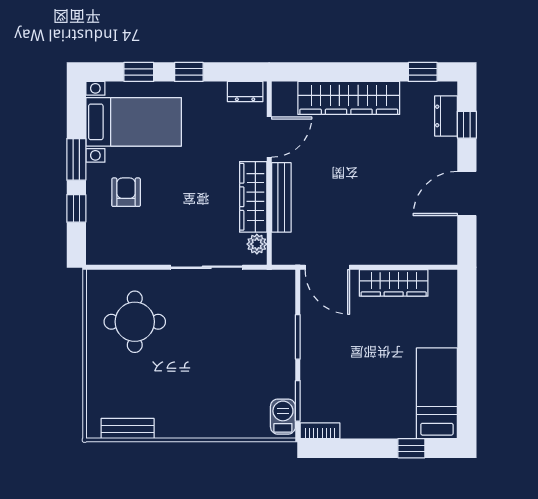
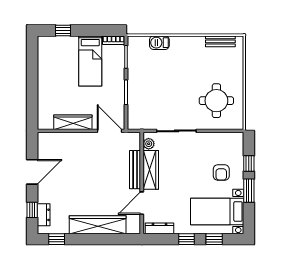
dresser: (245, 92) -> (160, 228), width x1.44
bed: (437, 393) -> (90, 61), moved
barbecue: (283, 417) -> (159, 43), moved, turned 90

